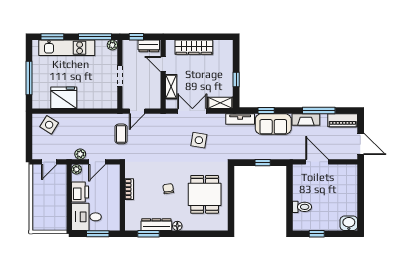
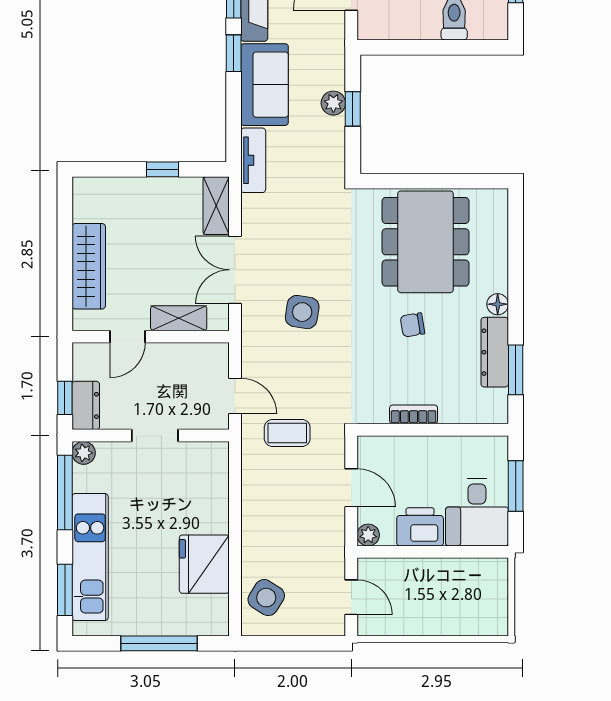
dresser: (149, 46) -> (86, 405), moved
window: (266, 110) -> (234, 53), moved
side table: (199, 140) -> (302, 312), moved
plant: (80, 154) -> (333, 103), moved
dining table: (205, 194) -> (426, 242), width x1.38

